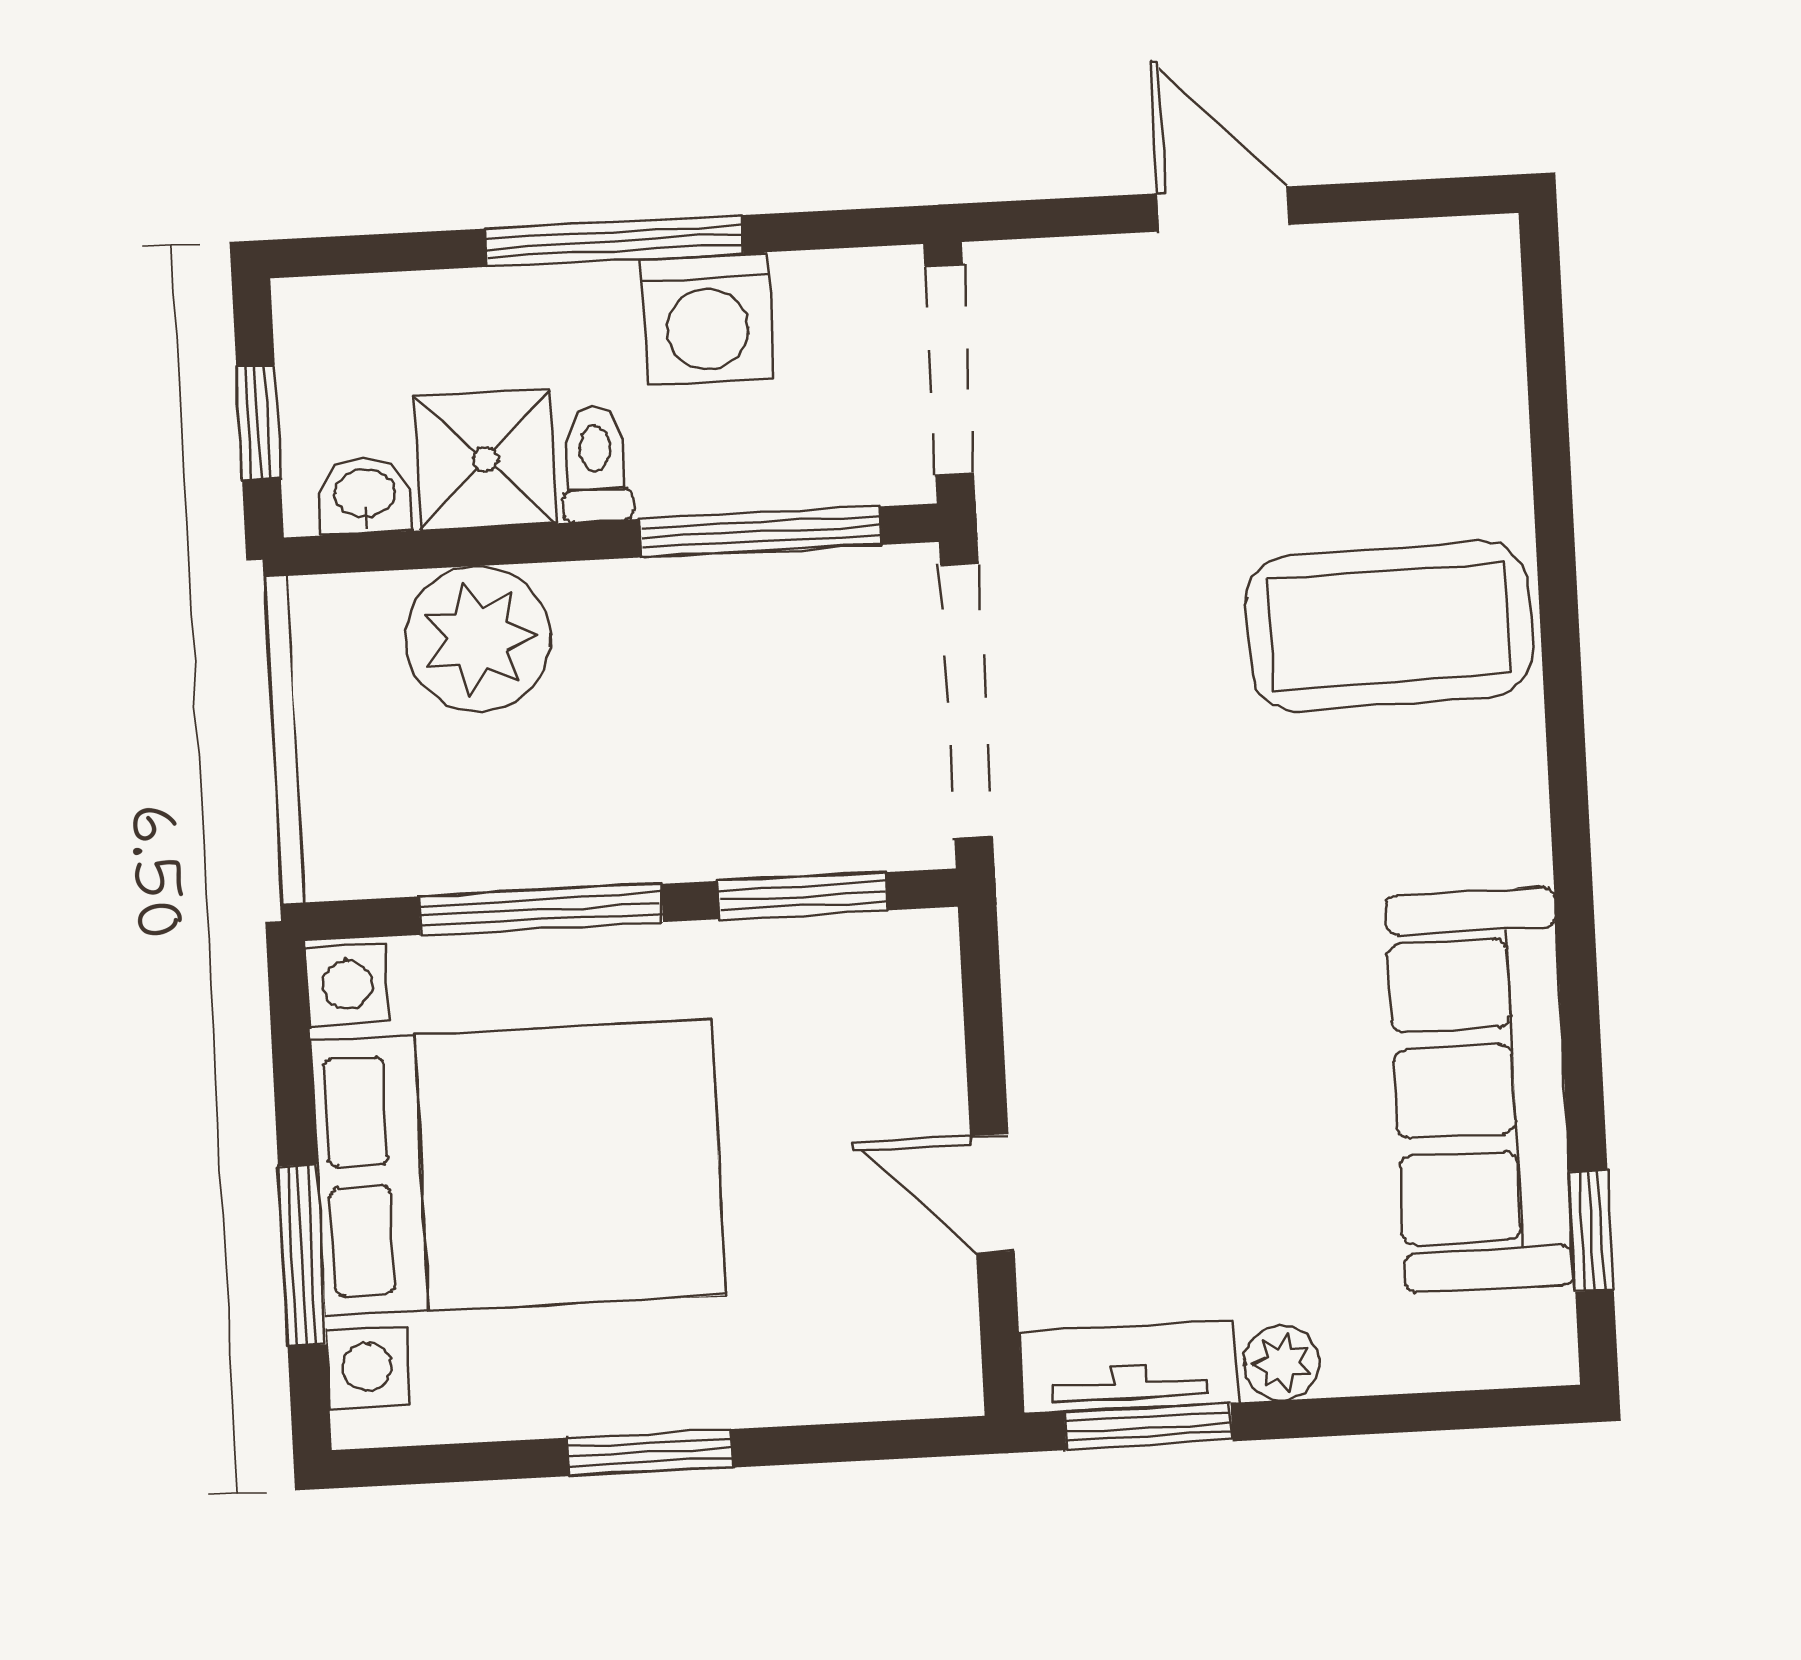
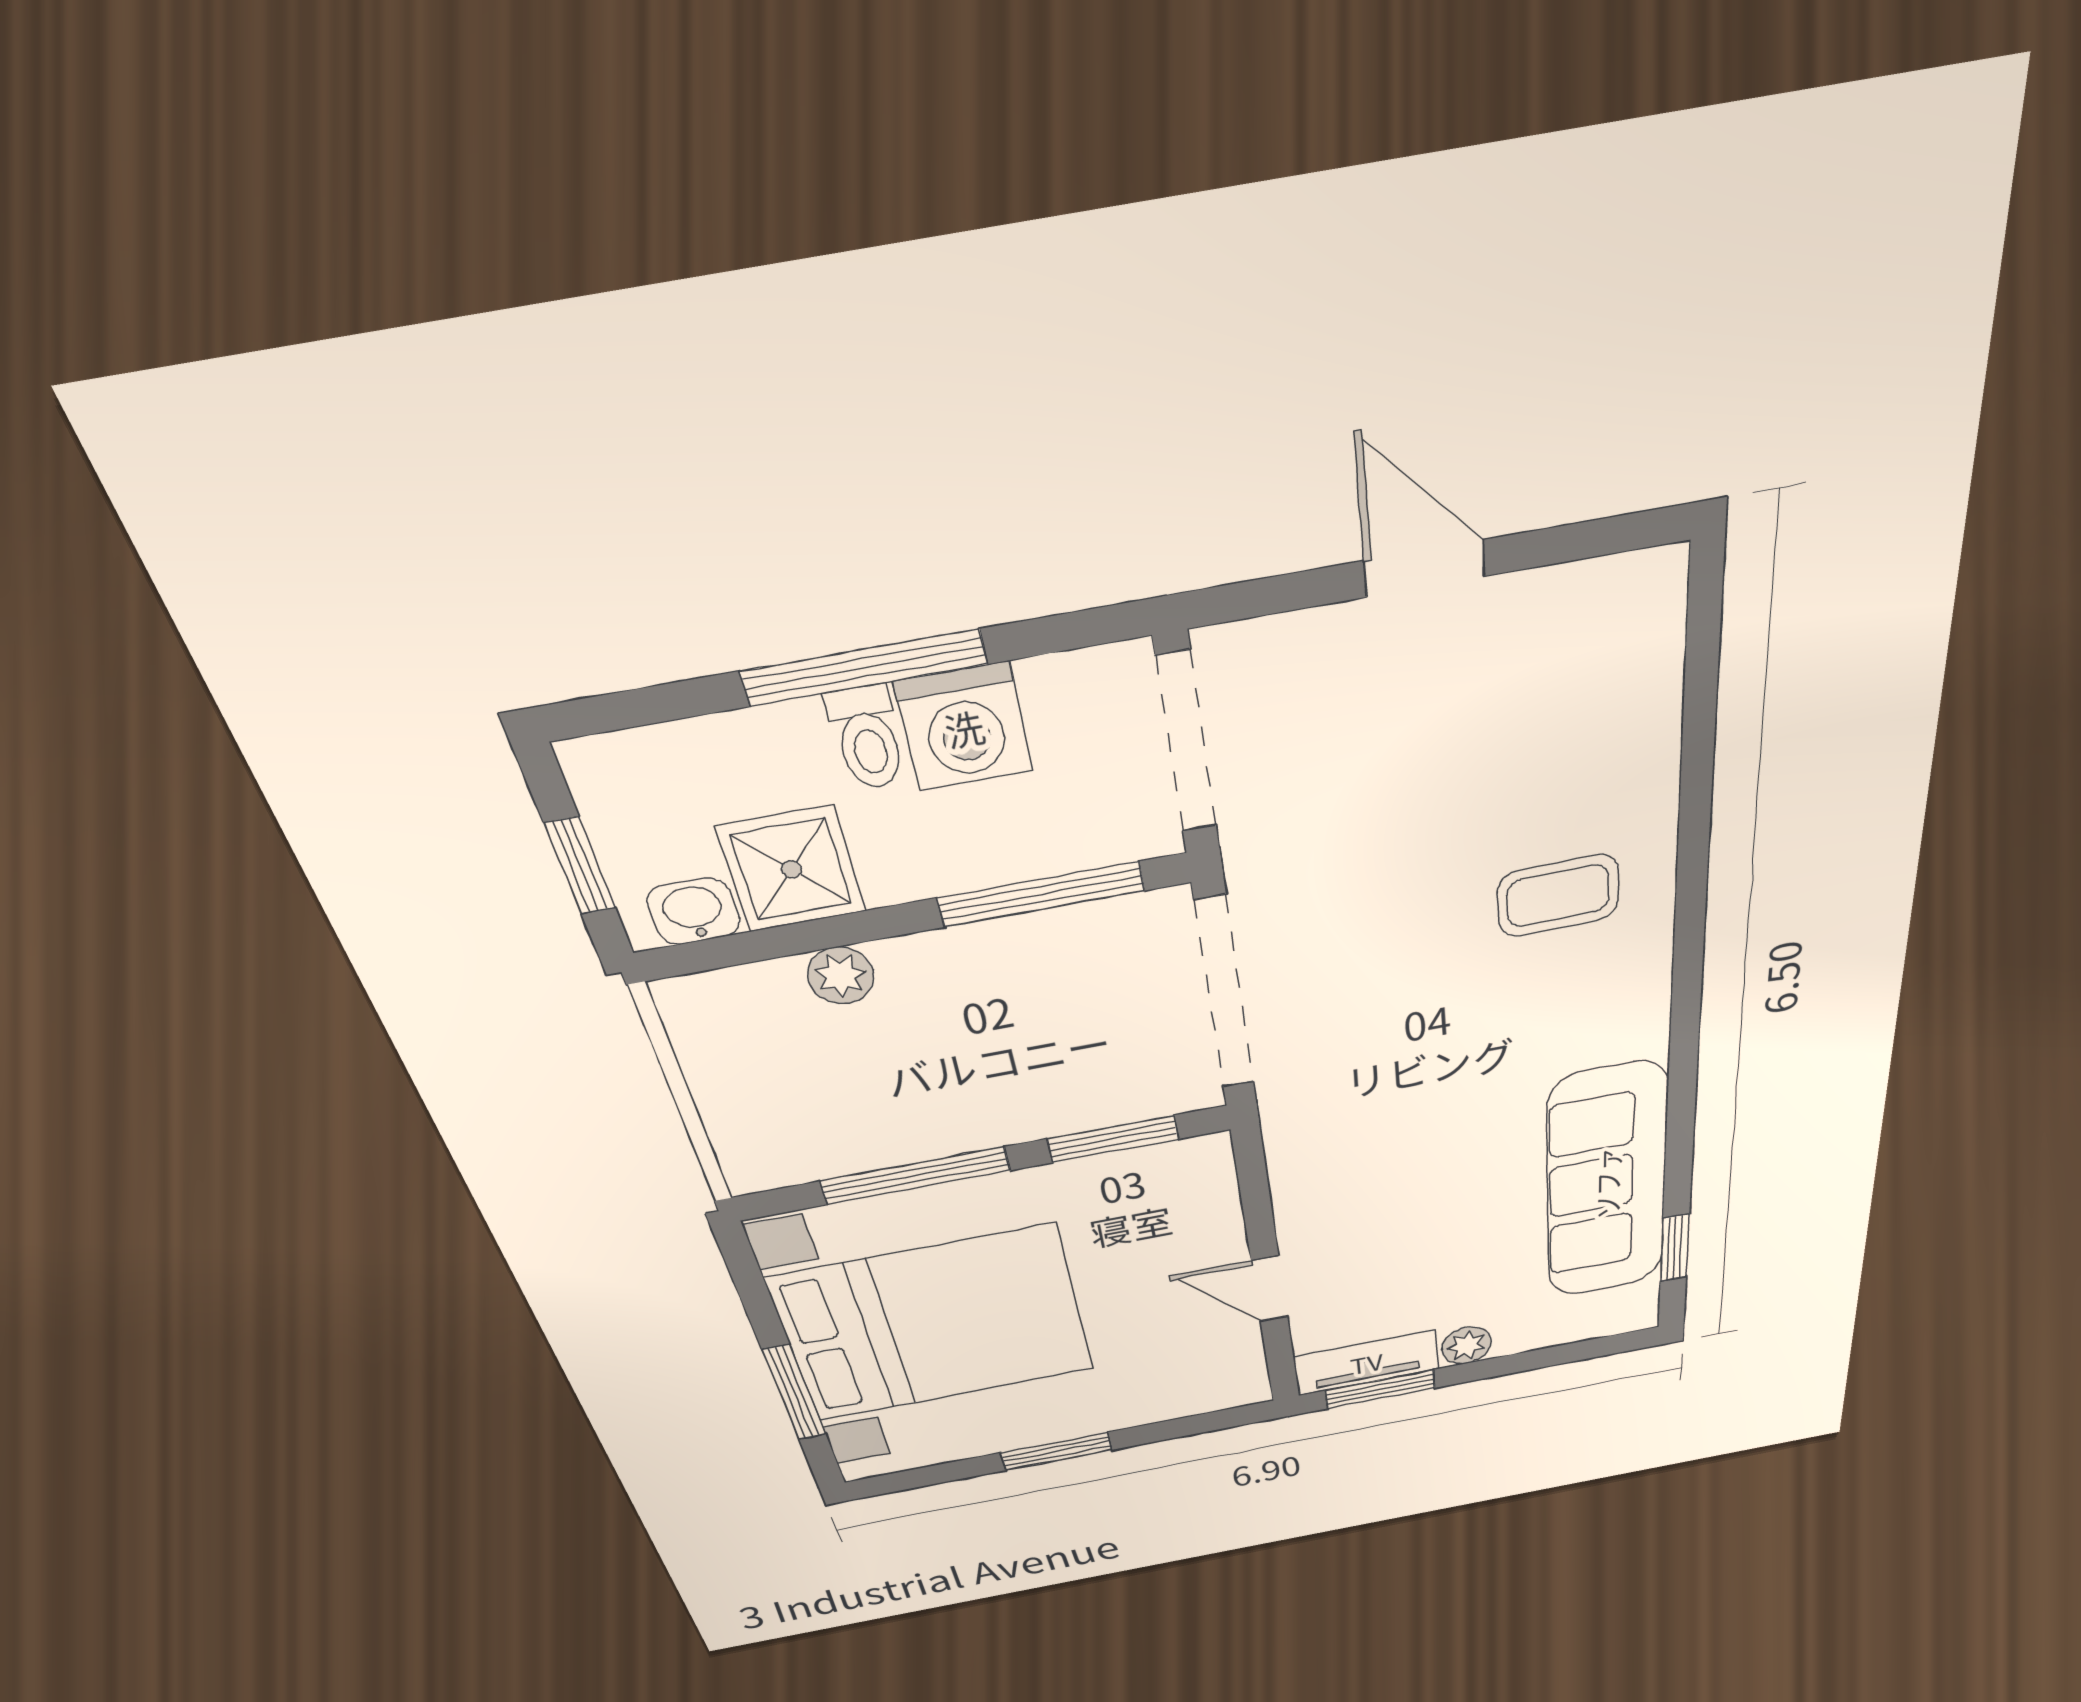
toilet: (596, 464) -> (867, 738), moved, turned 180
coffee table: (1389, 626) -> (1558, 896), width x0.54, depth x0.58
plant: (478, 639) -> (841, 976), width x0.53, depth x0.53

